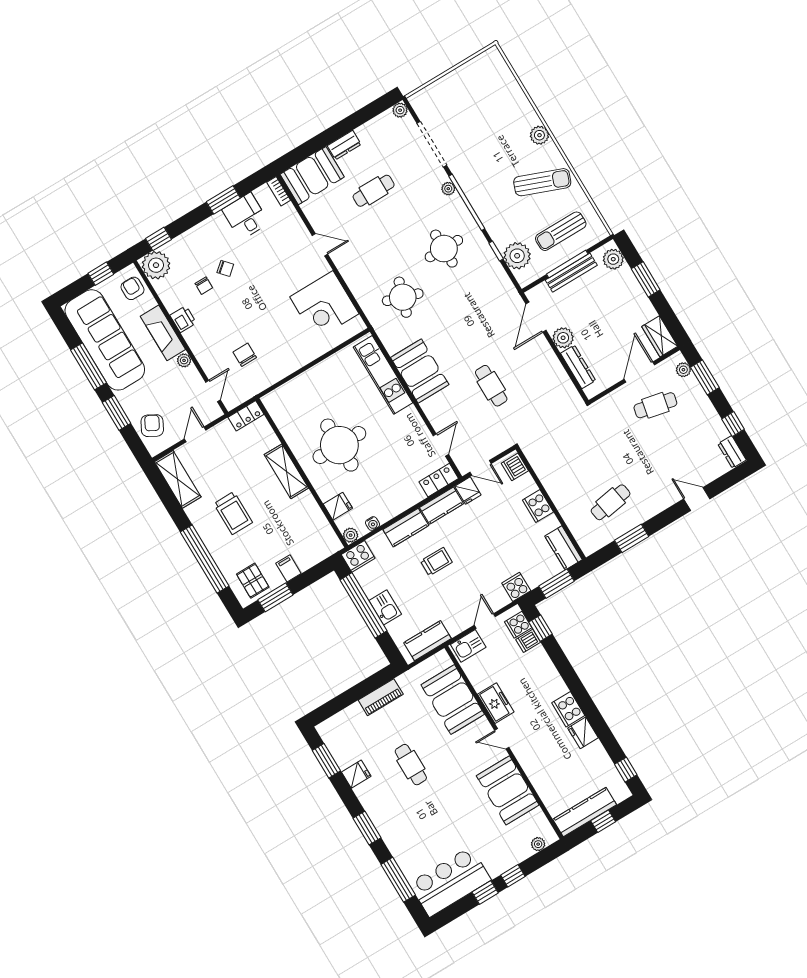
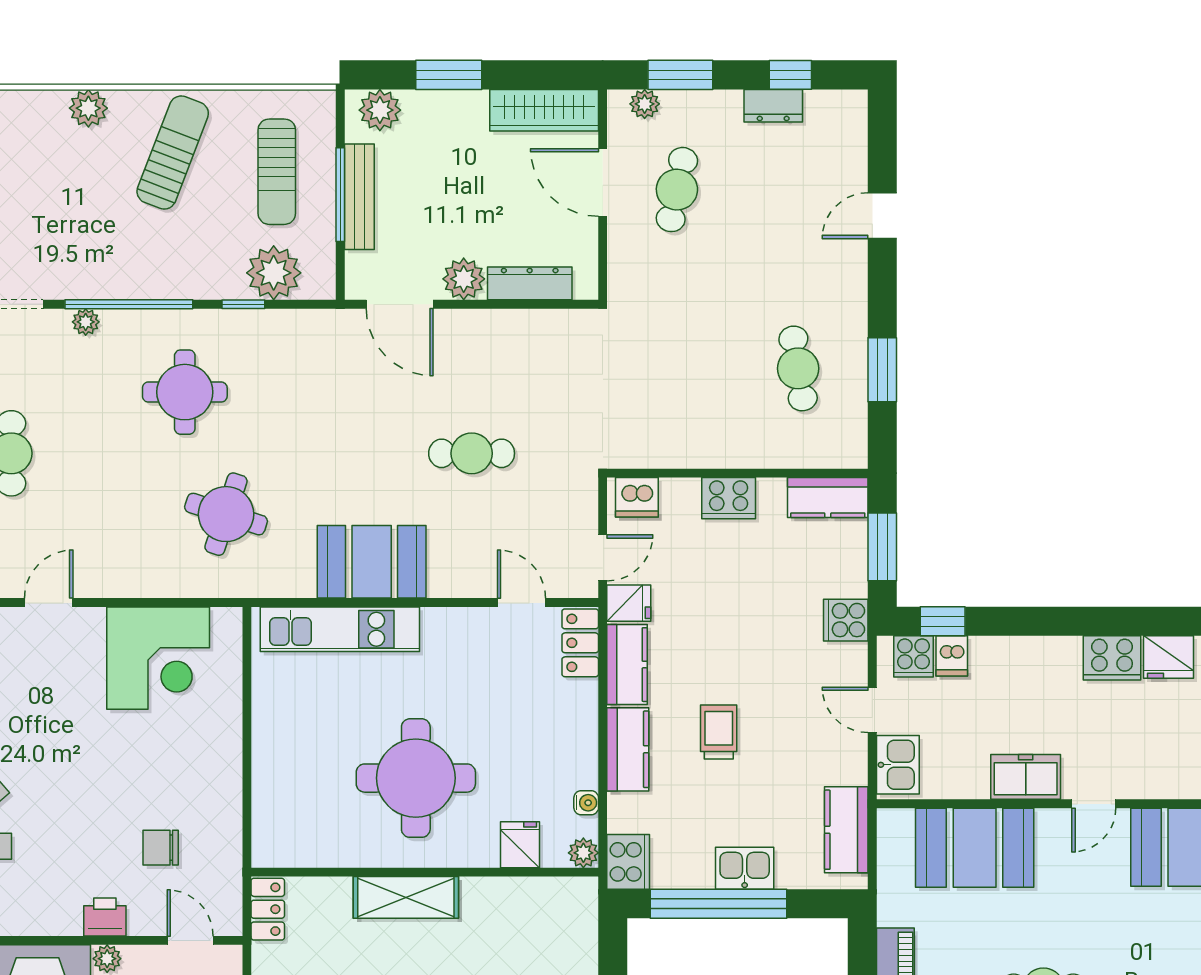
printer: (183, 319) -> (105, 917), moved
wardrobe: (660, 336) -> (544, 110), width x1.50
dresser: (732, 452) -> (773, 106), moved

